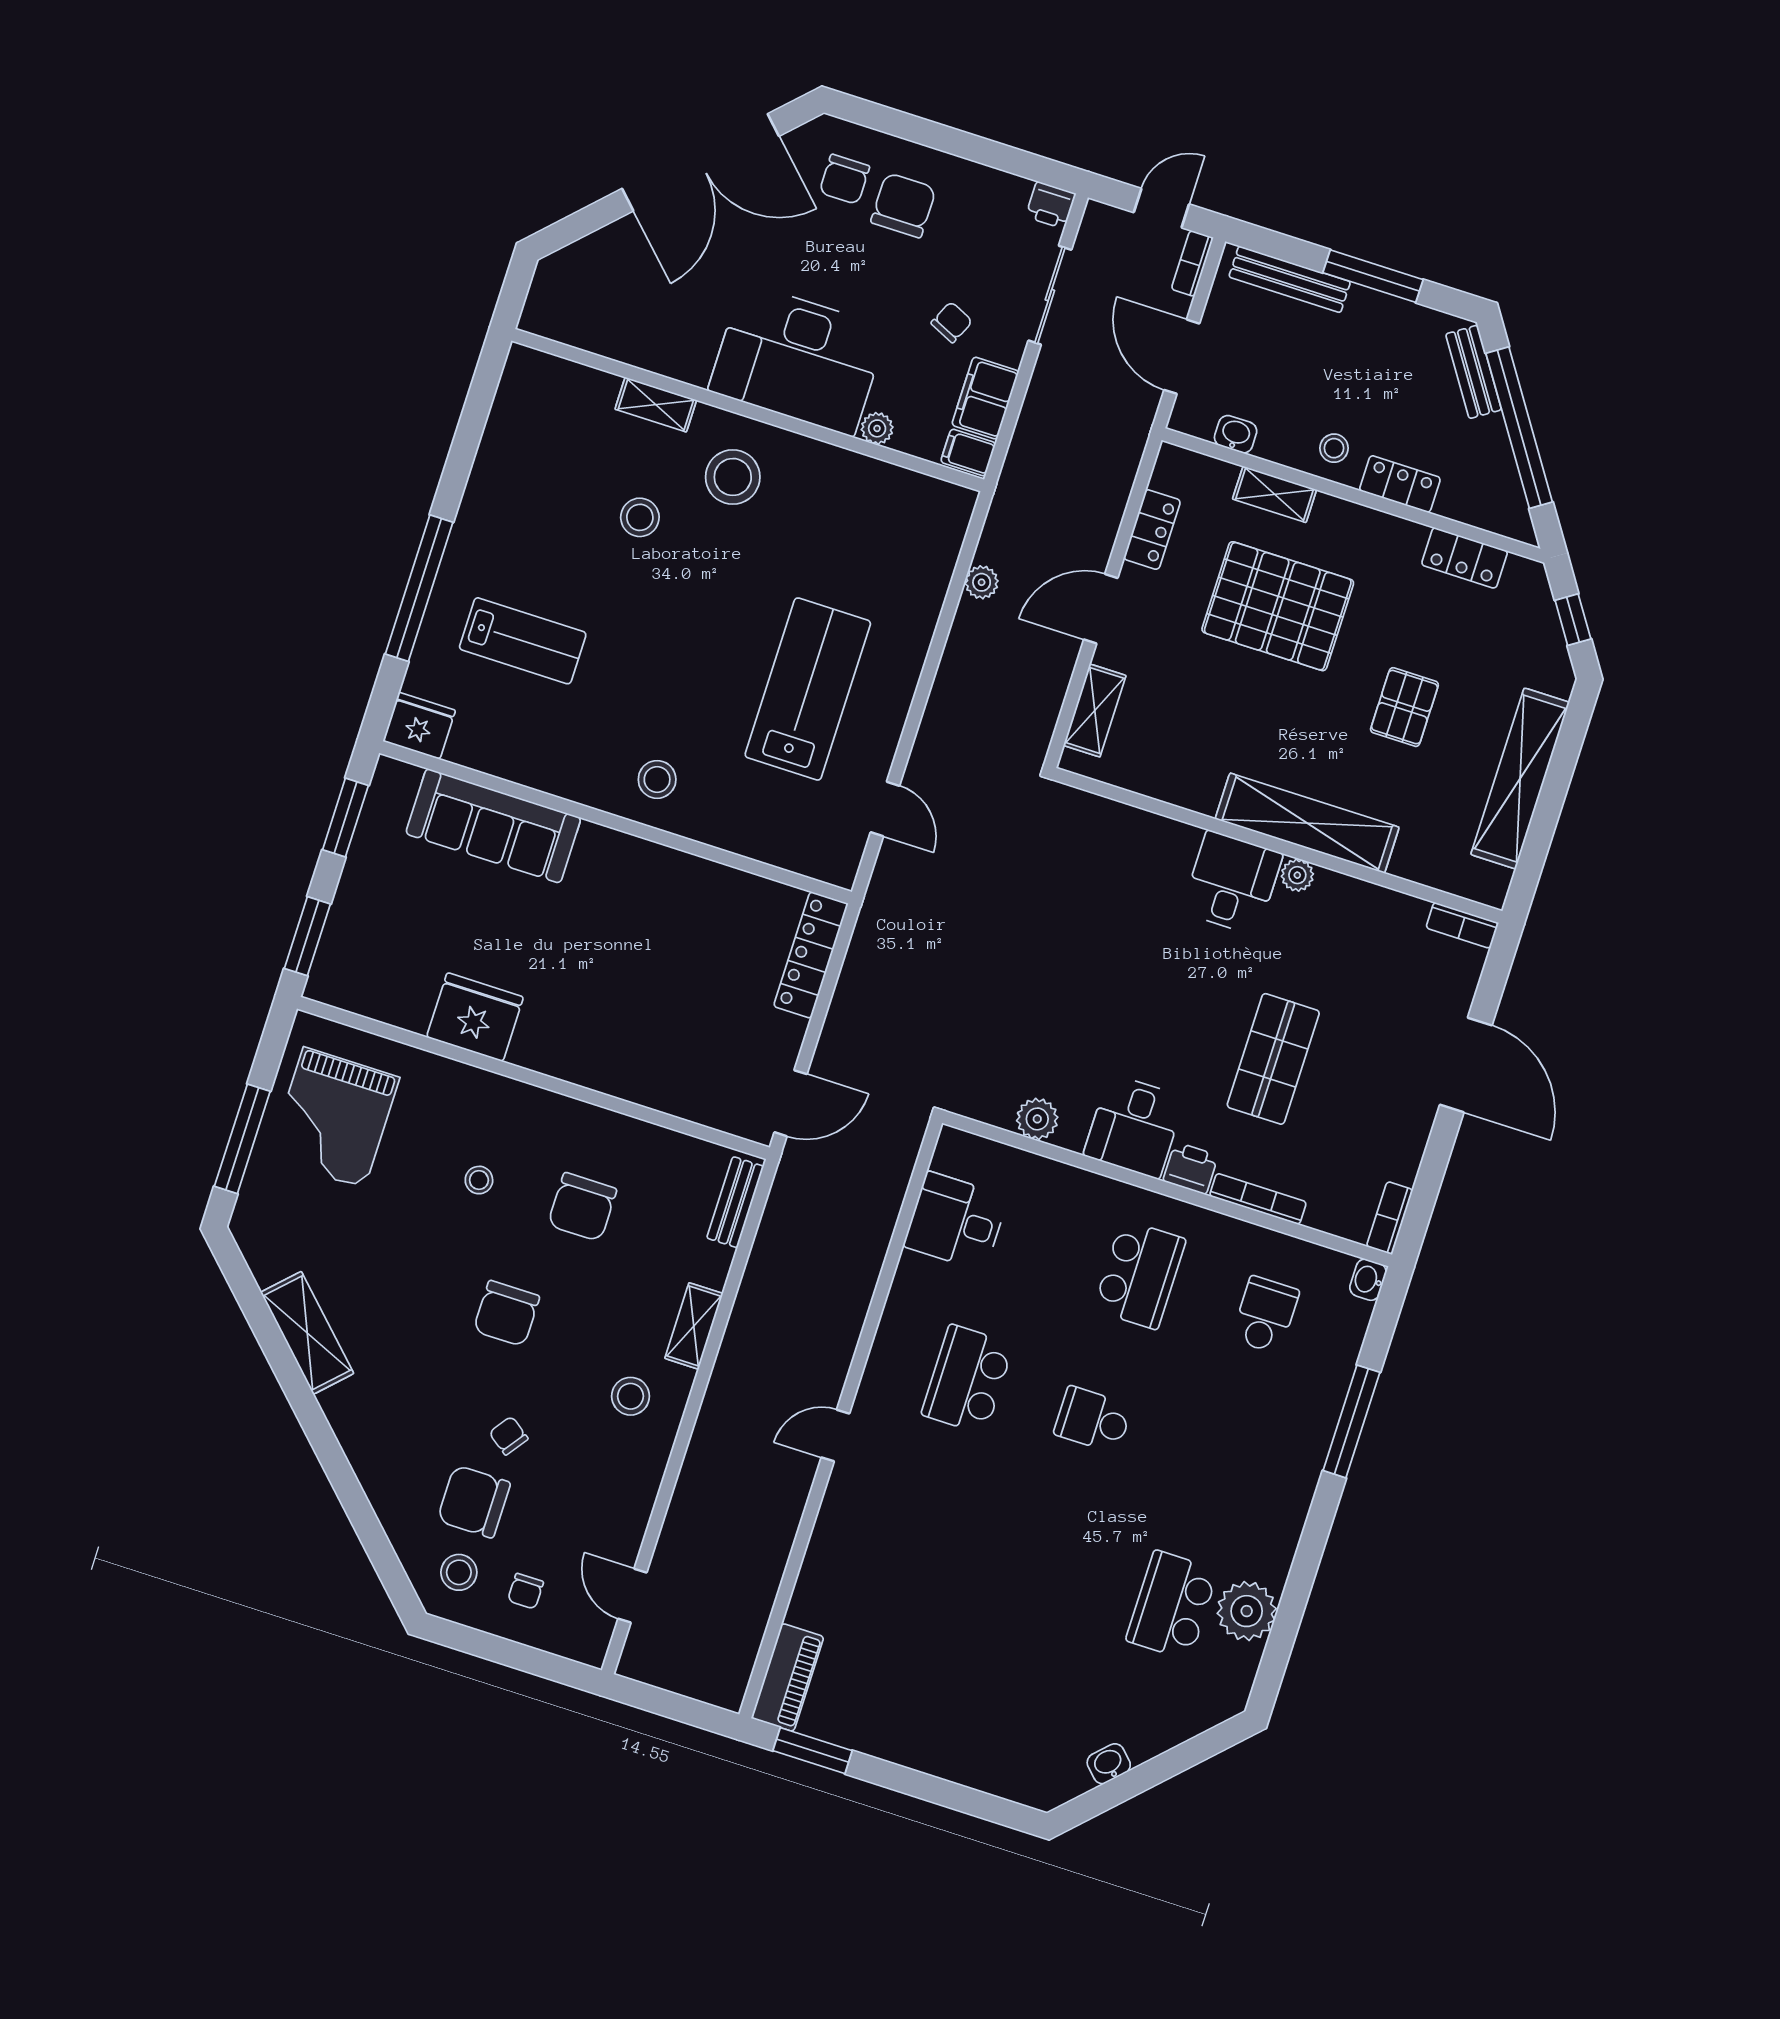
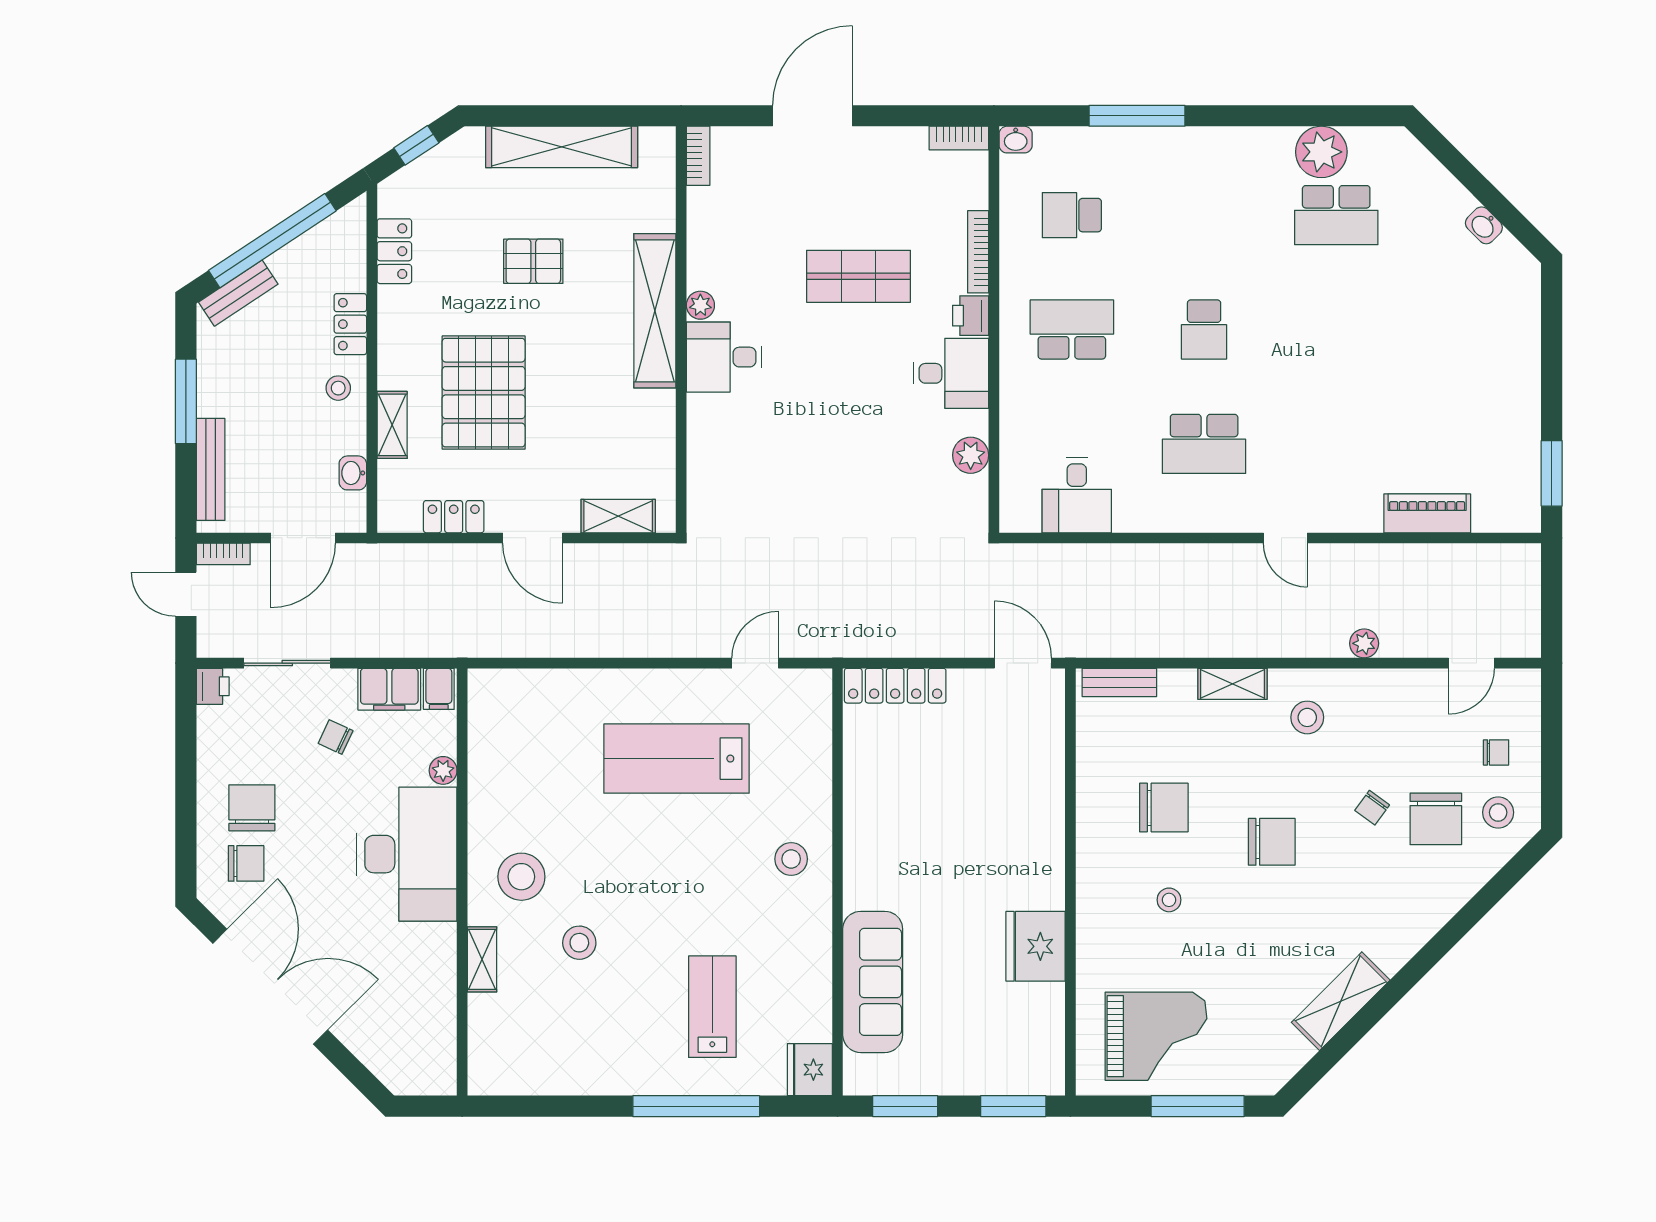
chair: (903, 205) -> (252, 808), turned 90
plant: (982, 582) -> (1364, 643), moved
piano: (788, 1677) -> (1427, 513), moved

